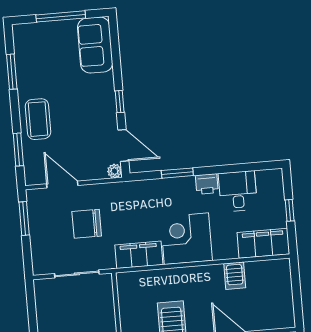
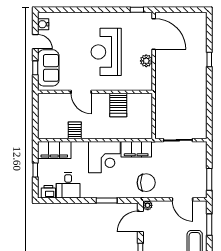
door: (123, 145) -> (140, 222), hinge flipped
printer: (207, 184) -> (48, 192), moved
chair: (87, 224) -> (146, 183), moved

